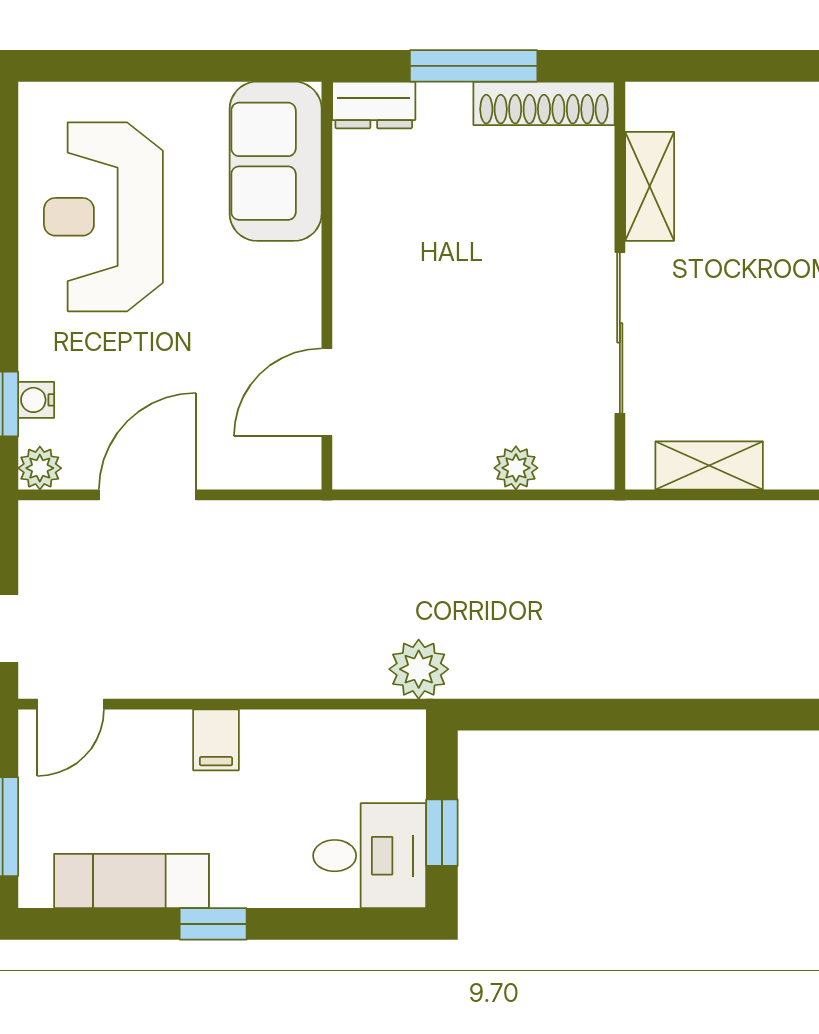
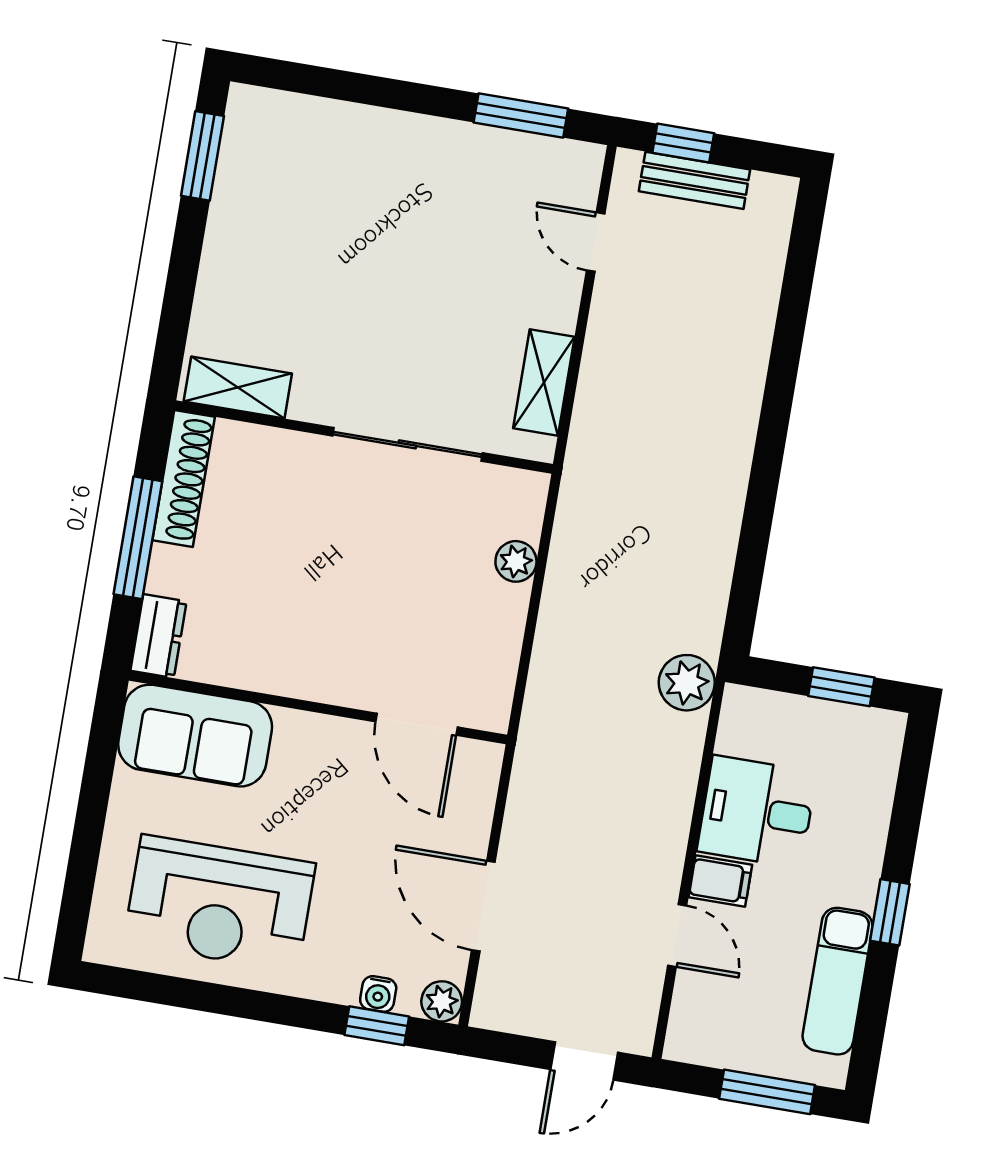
shelving: (650, 186) -> (238, 387), moved
door: (71, 704) -> (677, 936), moved
desk: (370, 856) -> (757, 812), moved, turned -90

